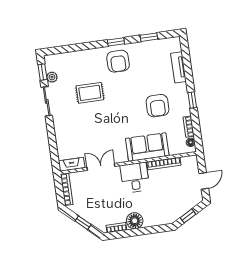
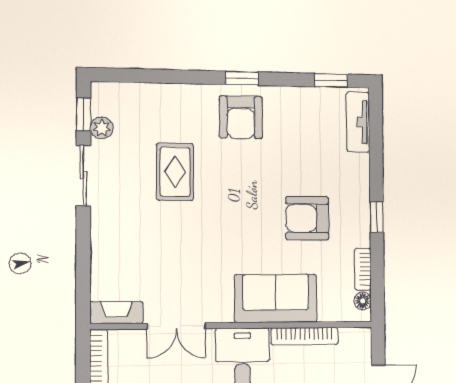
window: (149, 37) -> (331, 80), moved
tv unit: (179, 67) -> (358, 122), moved
rug: (90, 93) -> (175, 172), turned 90
armchair: (157, 106) -> (307, 218), turned 90
double door: (101, 167) -> (176, 326), swing flipped

